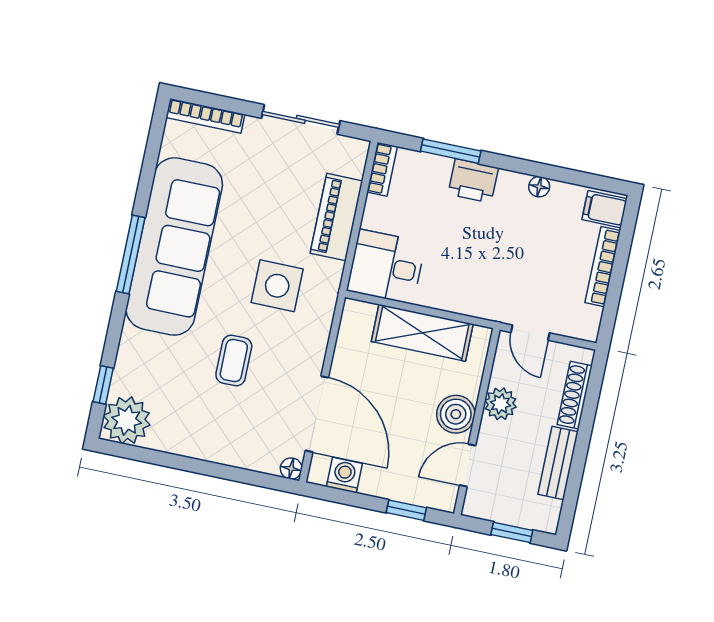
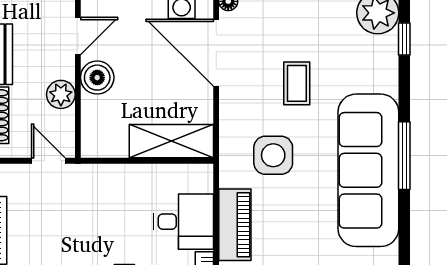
desk: (386, 267) -> (183, 222), moved
shelving: (422, 333) -> (171, 141), moved

